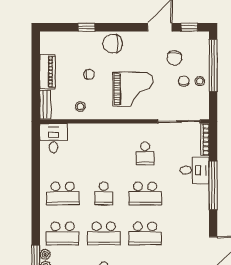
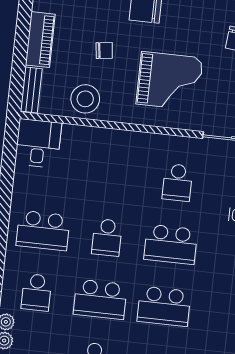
stool: (80, 106) -> (85, 99), width x1.89, depth x1.89
school desk: (63, 233) -> (36, 292), width x0.54

